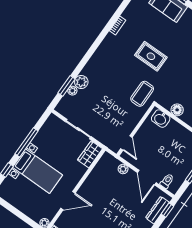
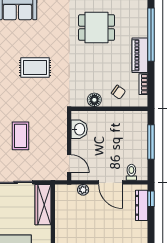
coffee table: (142, 94) -> (21, 136), moved
washbasin: (161, 119) -> (79, 129), moved, turned -90
wardrobe: (90, 154) -> (43, 205), width x1.50

